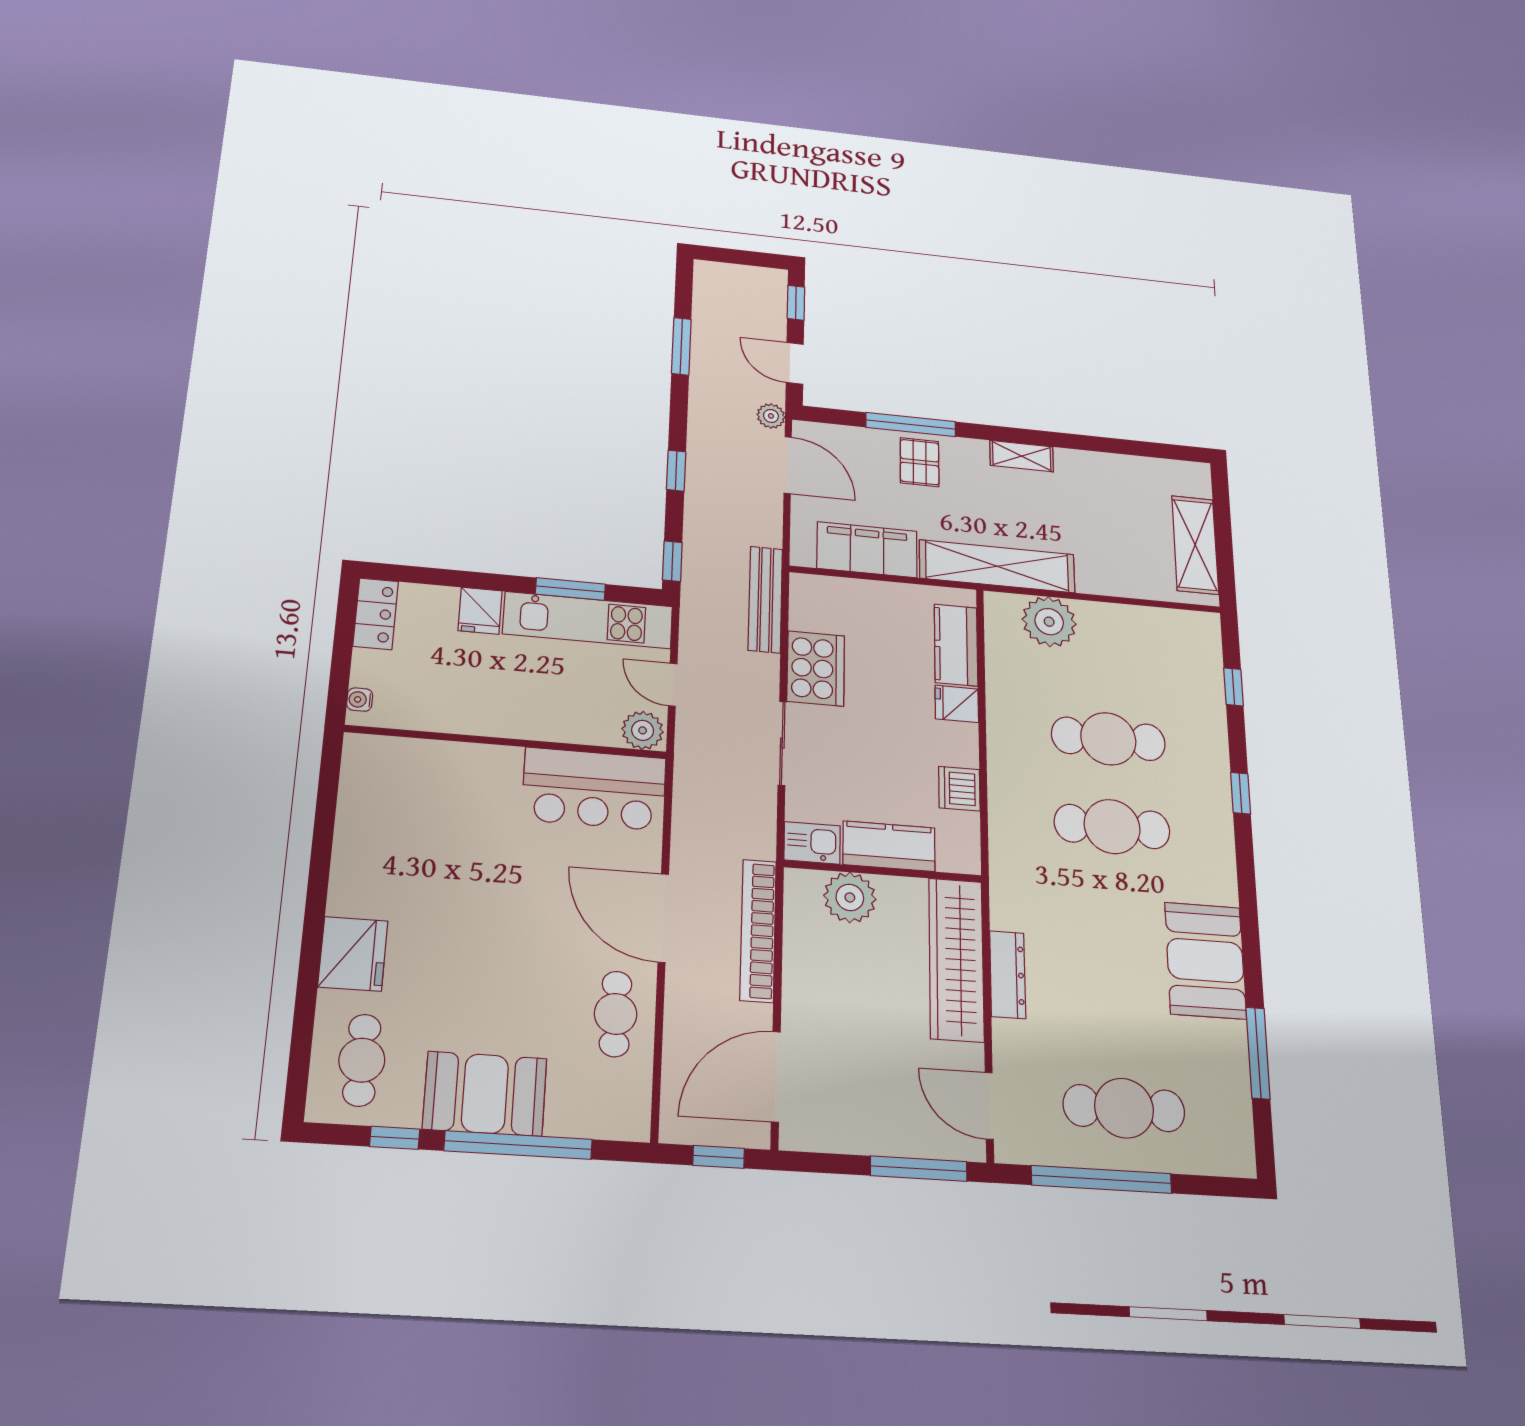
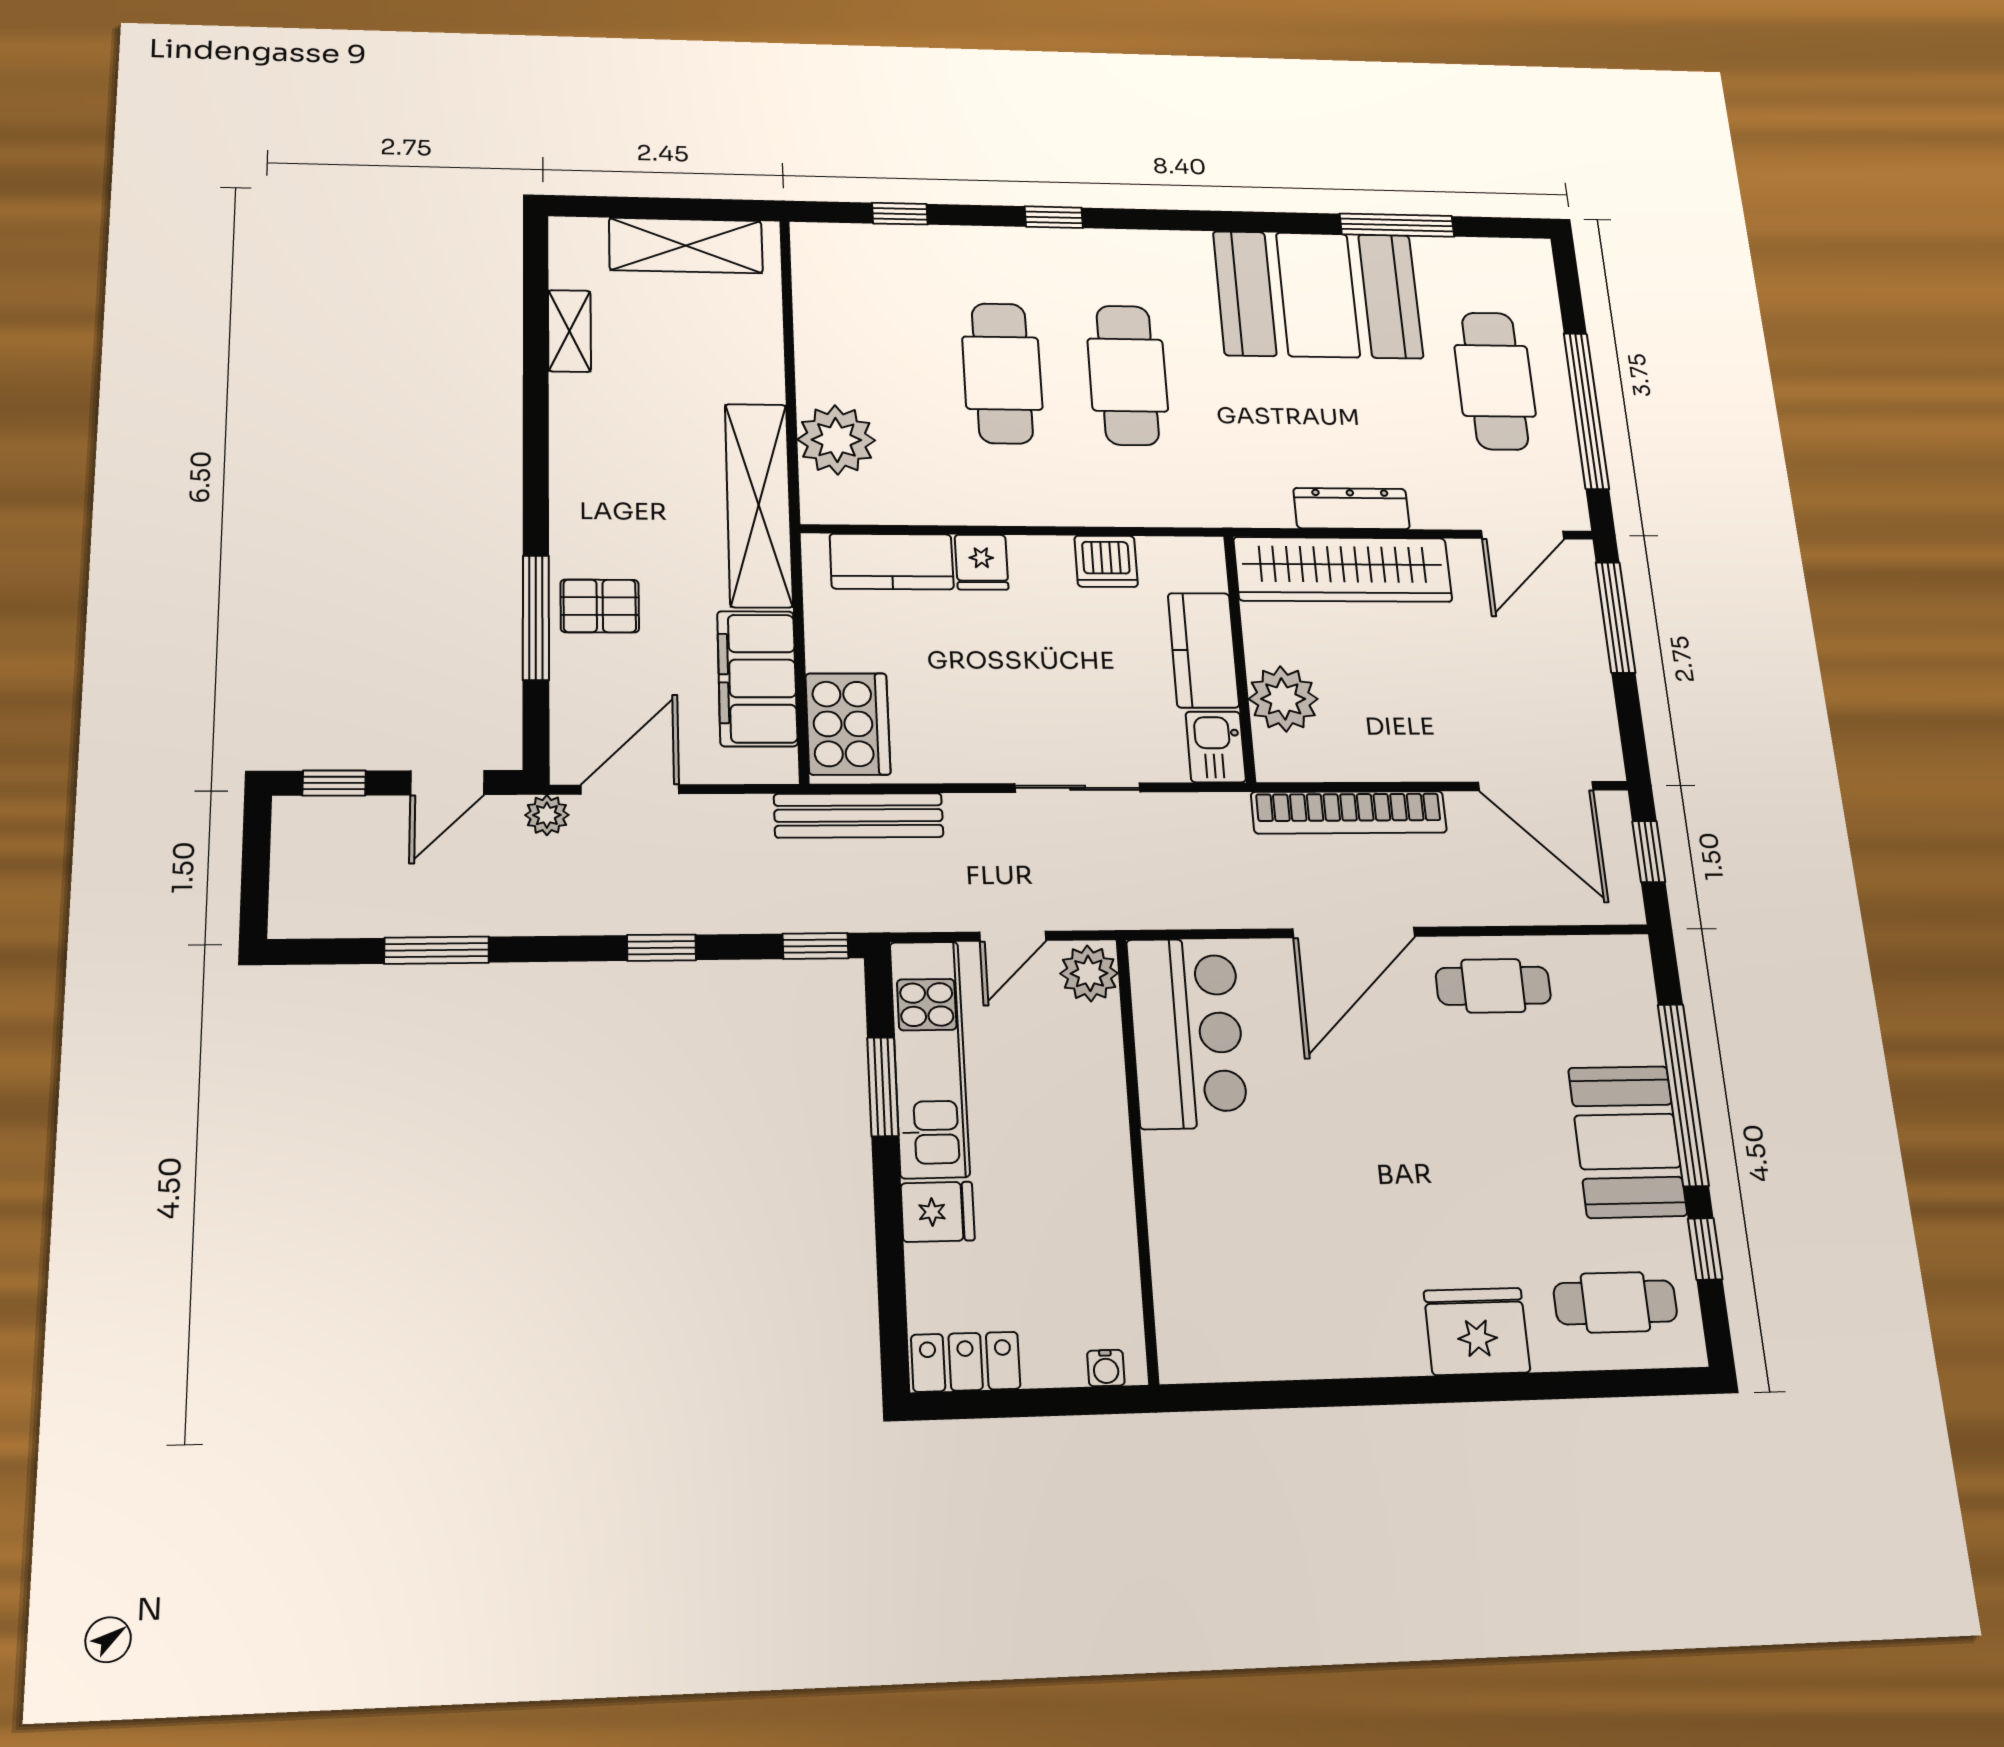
shelving: (1022, 456) -> (569, 331), moved
cooker: (816, 668) -> (848, 724), moved, turned 90
booth: (1205, 961) -> (1318, 295), width x1.36, depth x1.42

